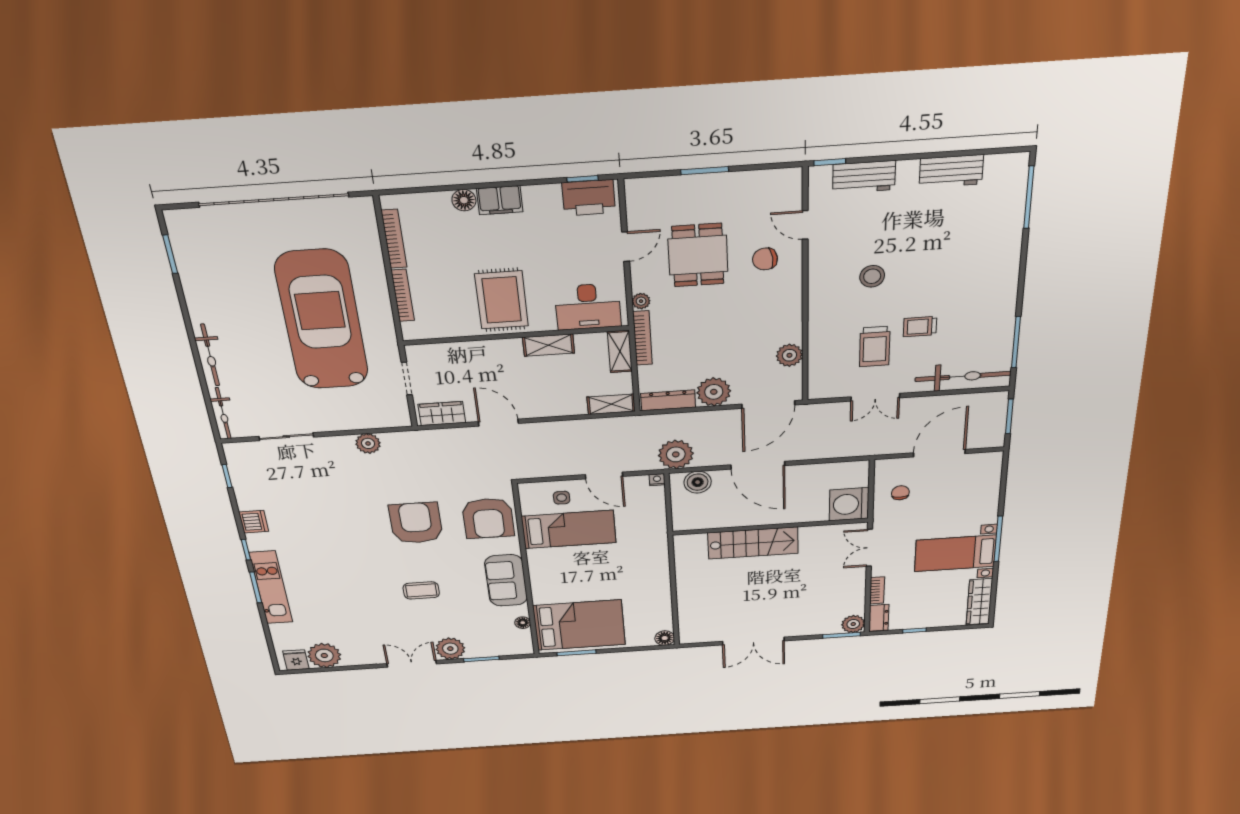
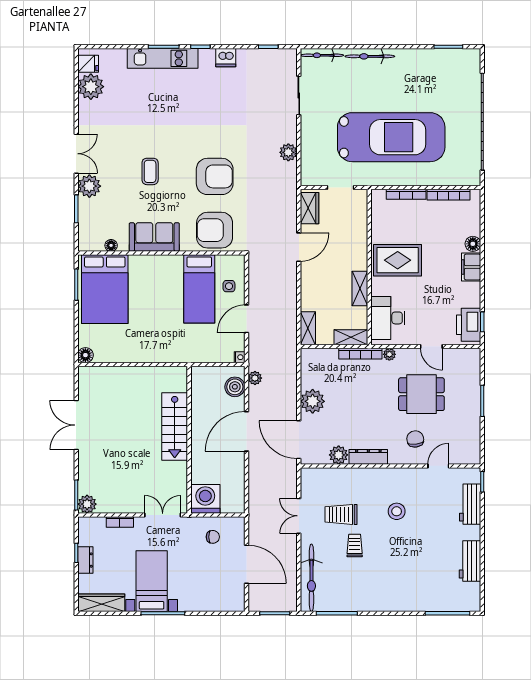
dresser: (668, 400) -> (368, 457), moved, turned -90
plant: (676, 454) -> (255, 378), width x0.53, depth x0.53
dresser: (879, 618) -> (85, 560), moved, turned -90

